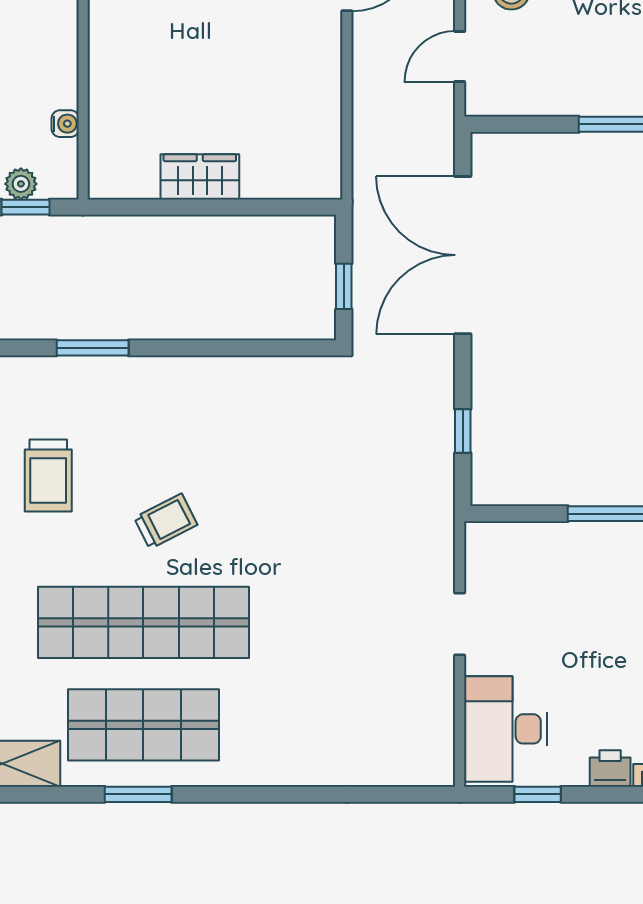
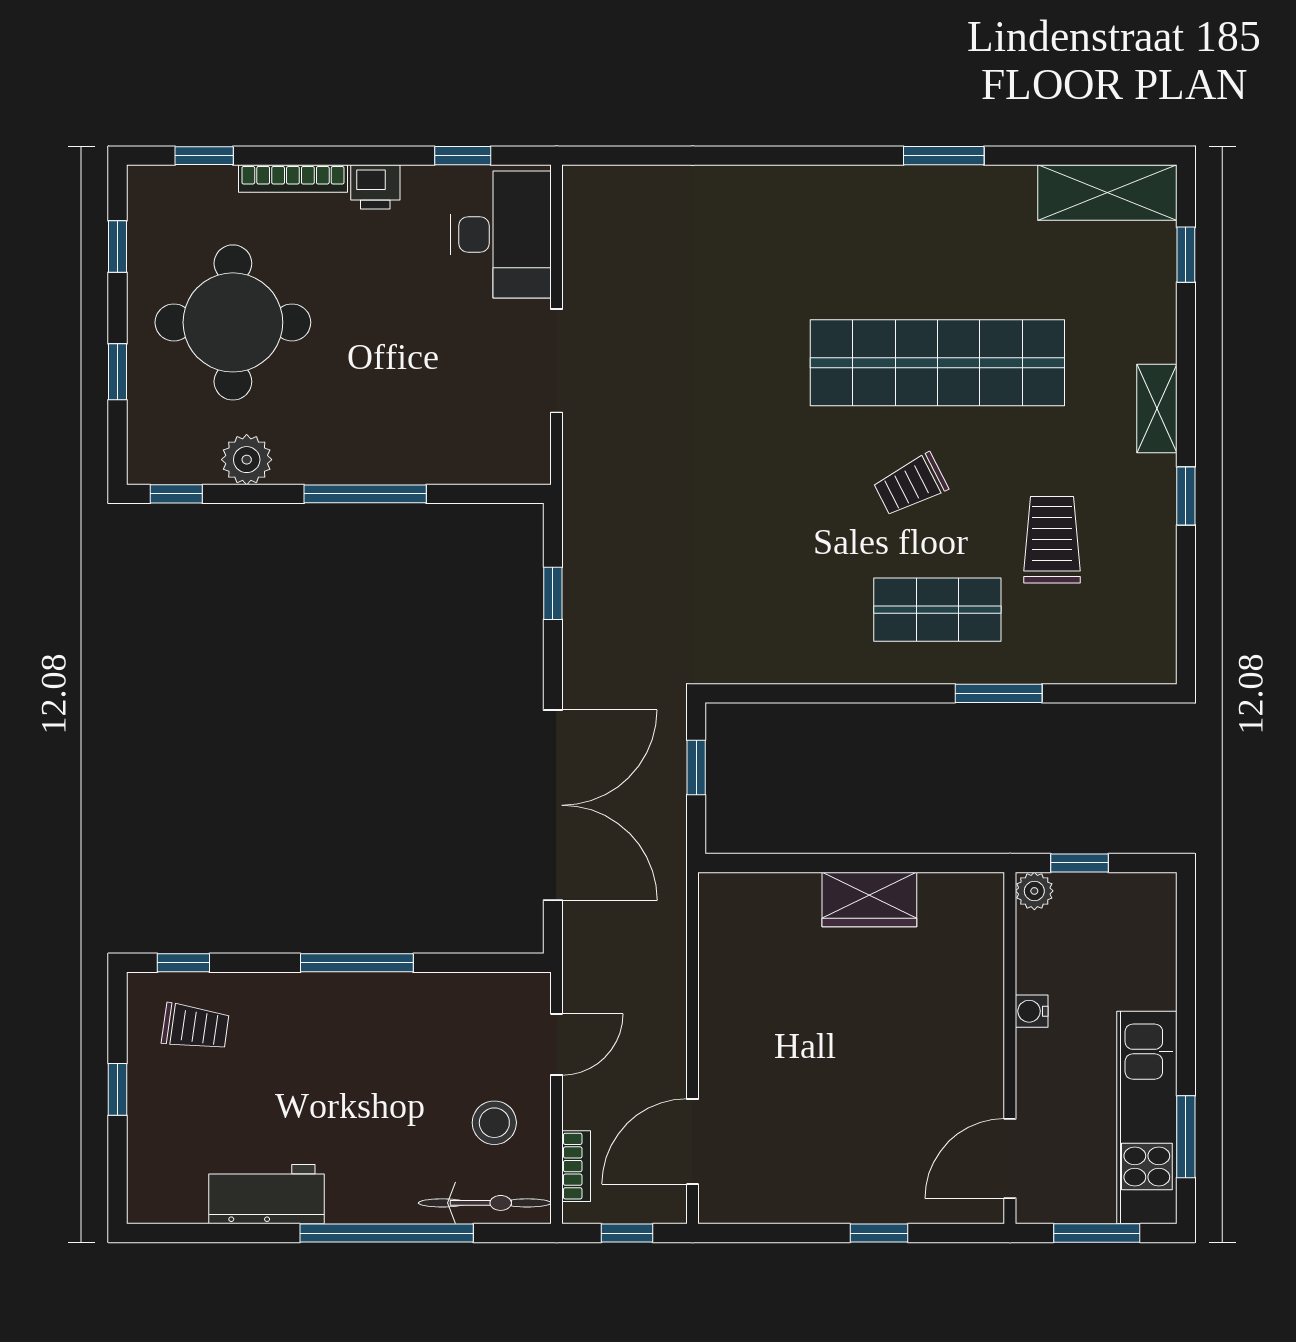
water cooler: (65, 124) -> (1032, 1011), moved
plant: (21, 184) -> (1034, 891), moved
doorway: (460, 624) -> (556, 361), width x1.38
shop shelf: (143, 725) -> (937, 610), moved, width x0.70, depth x0.74

